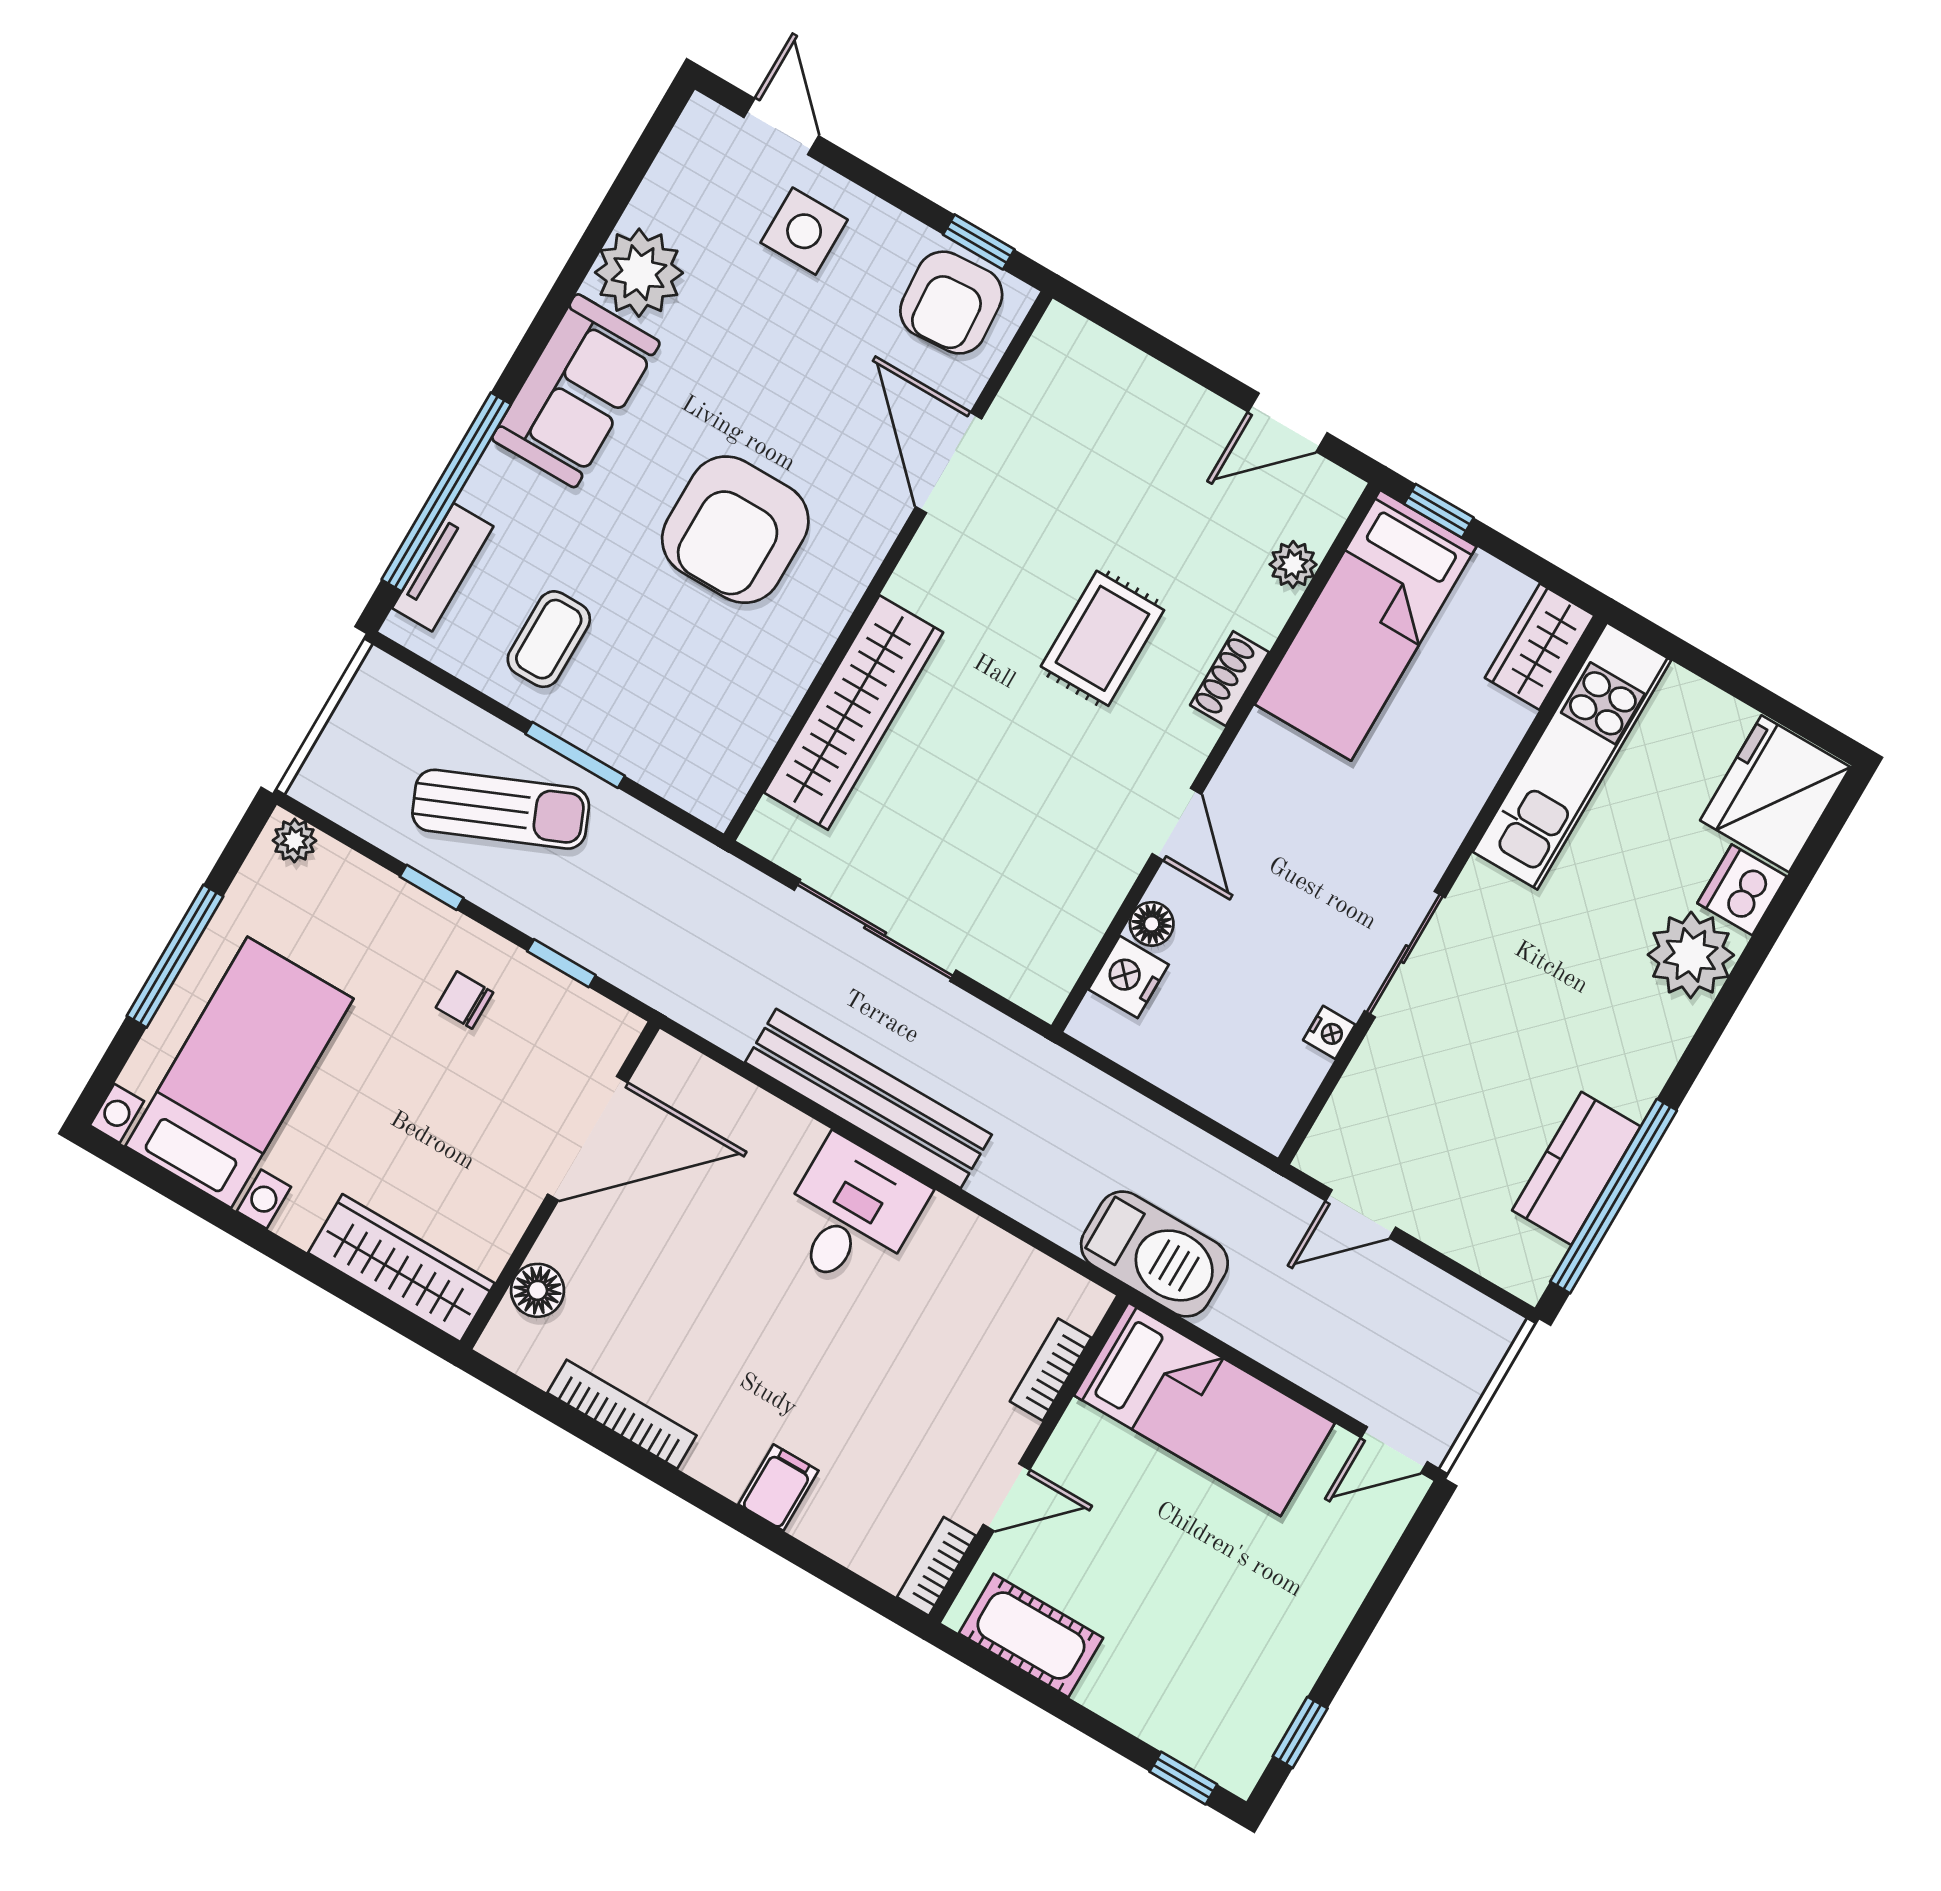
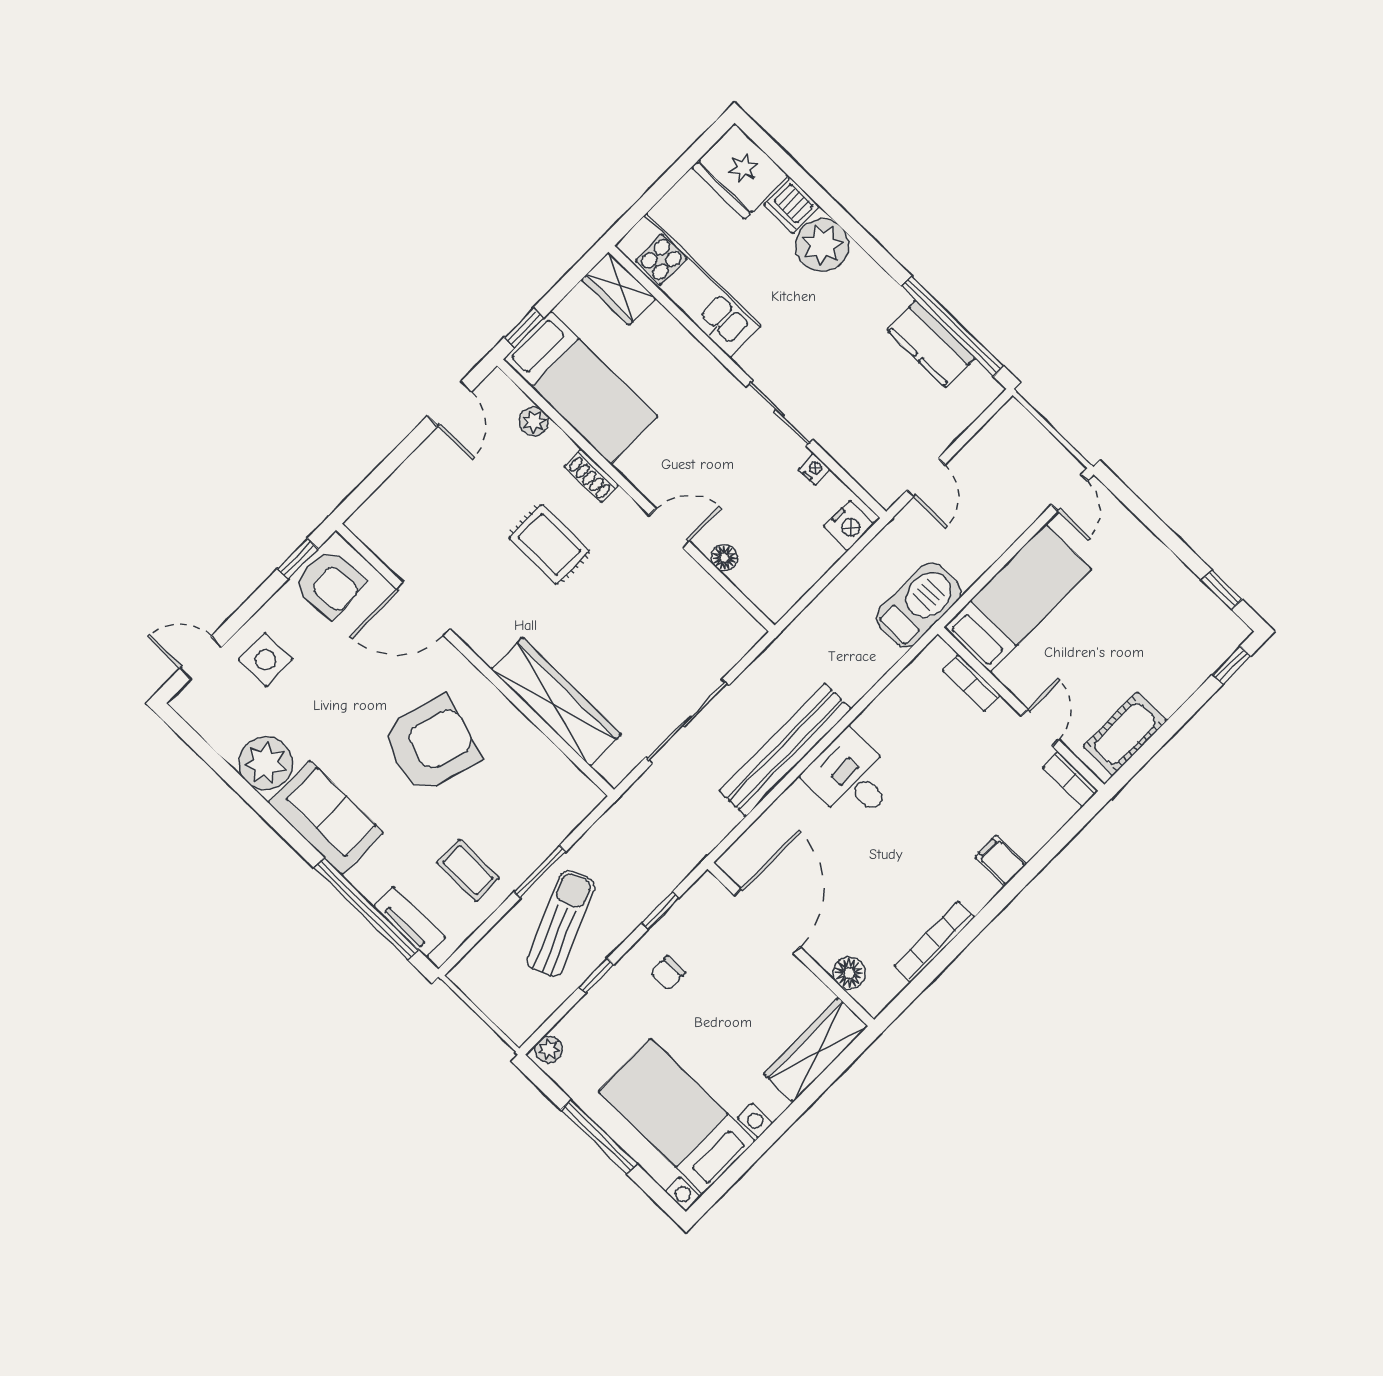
armchair: (735, 530) -> (431, 744), turned -73
nightstand: (1129, 977) -> (849, 525), moved, turned -90

